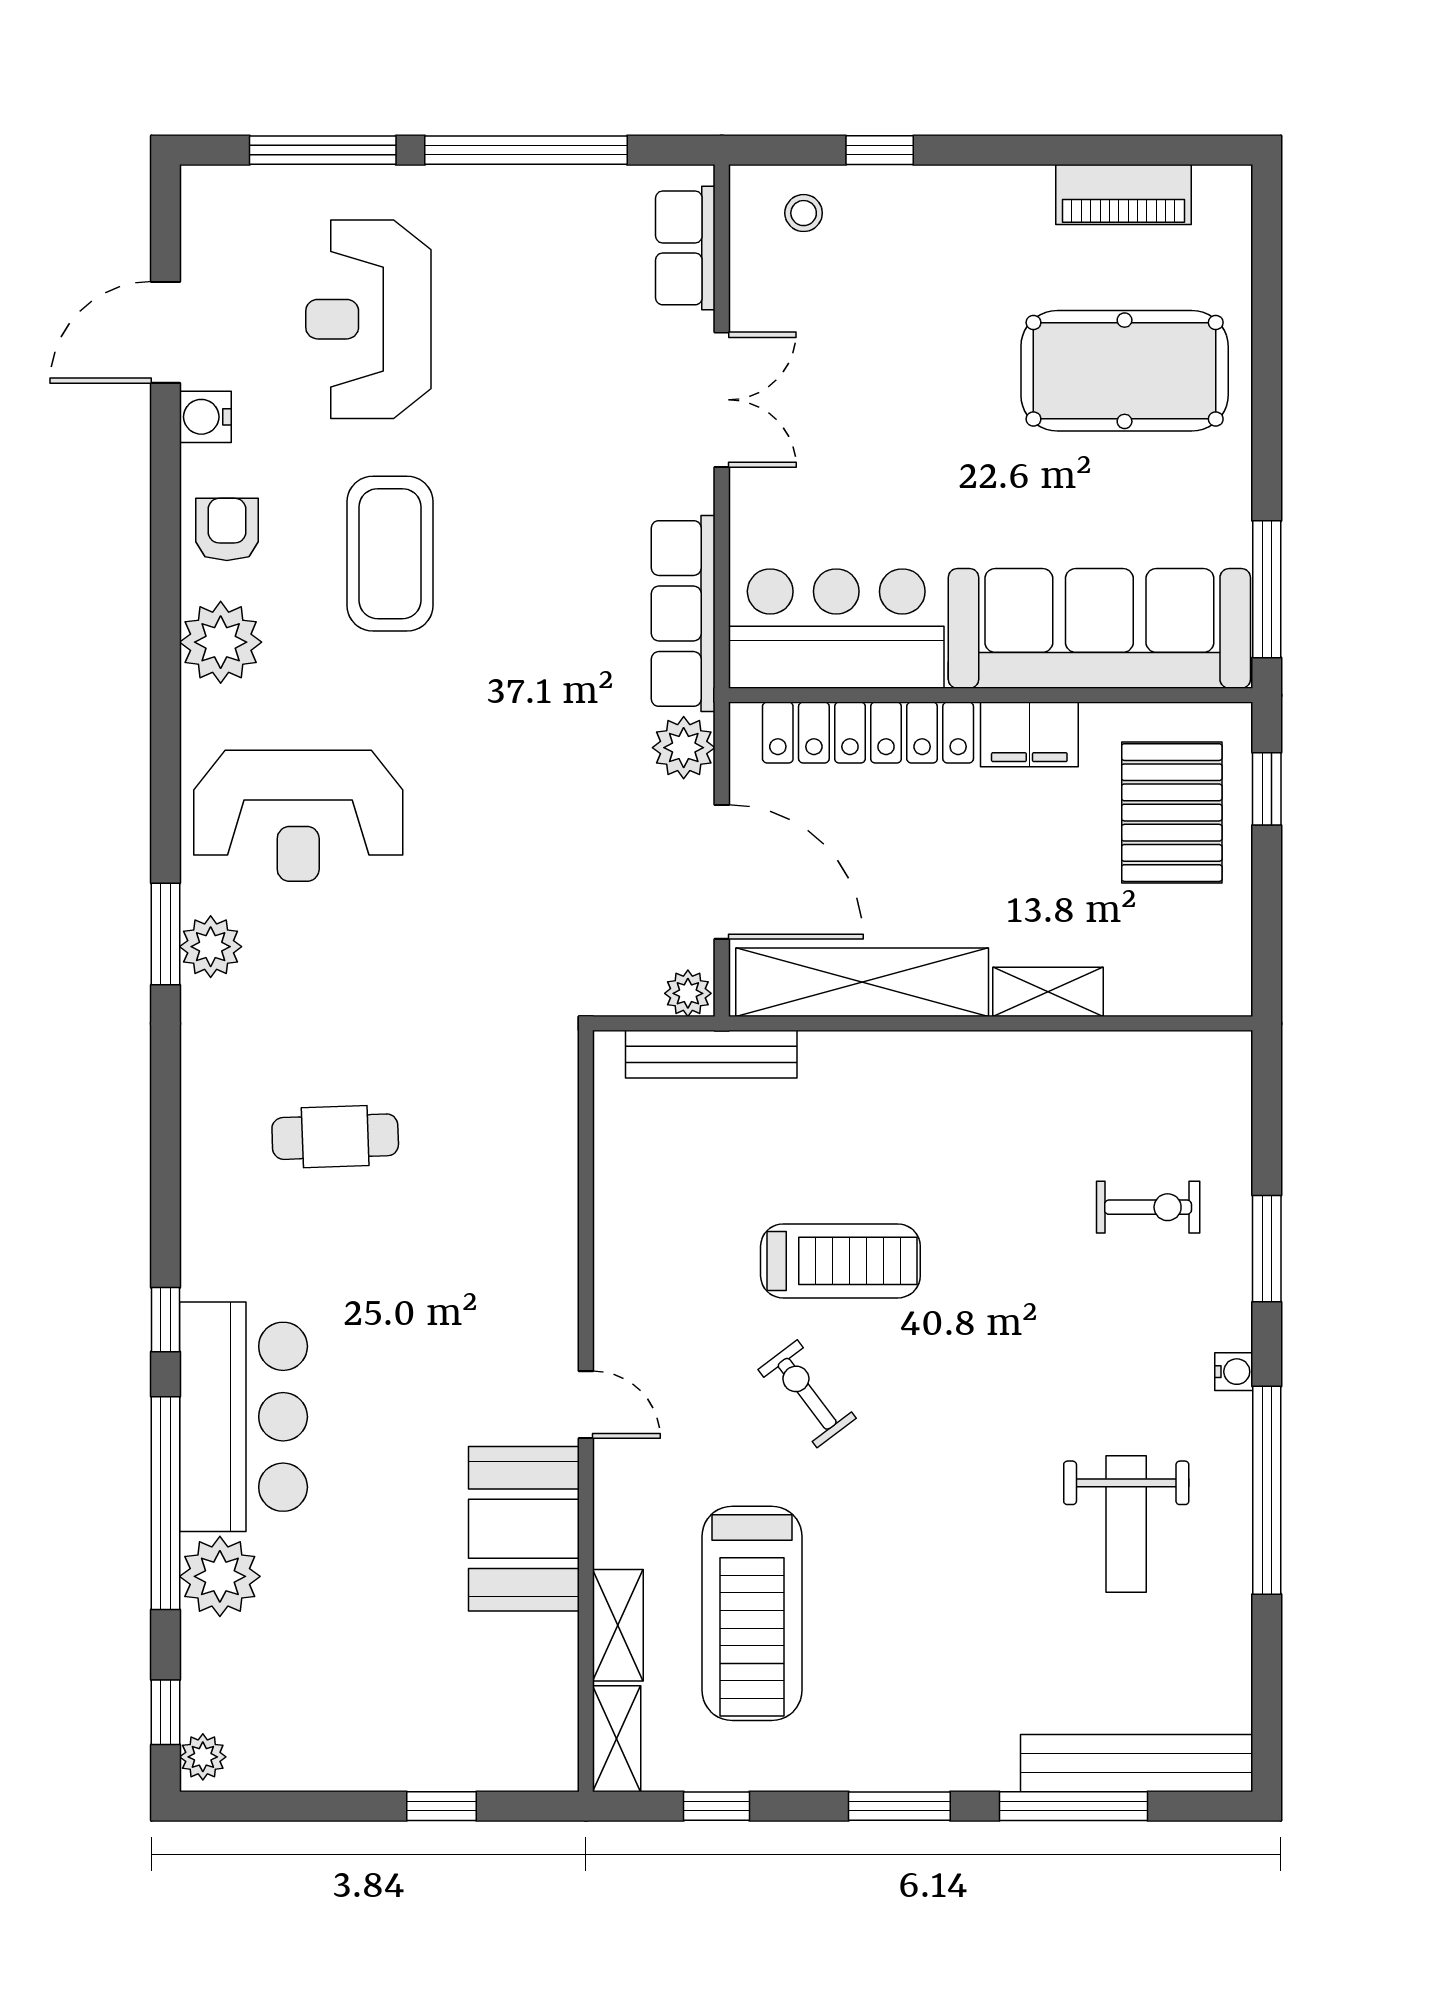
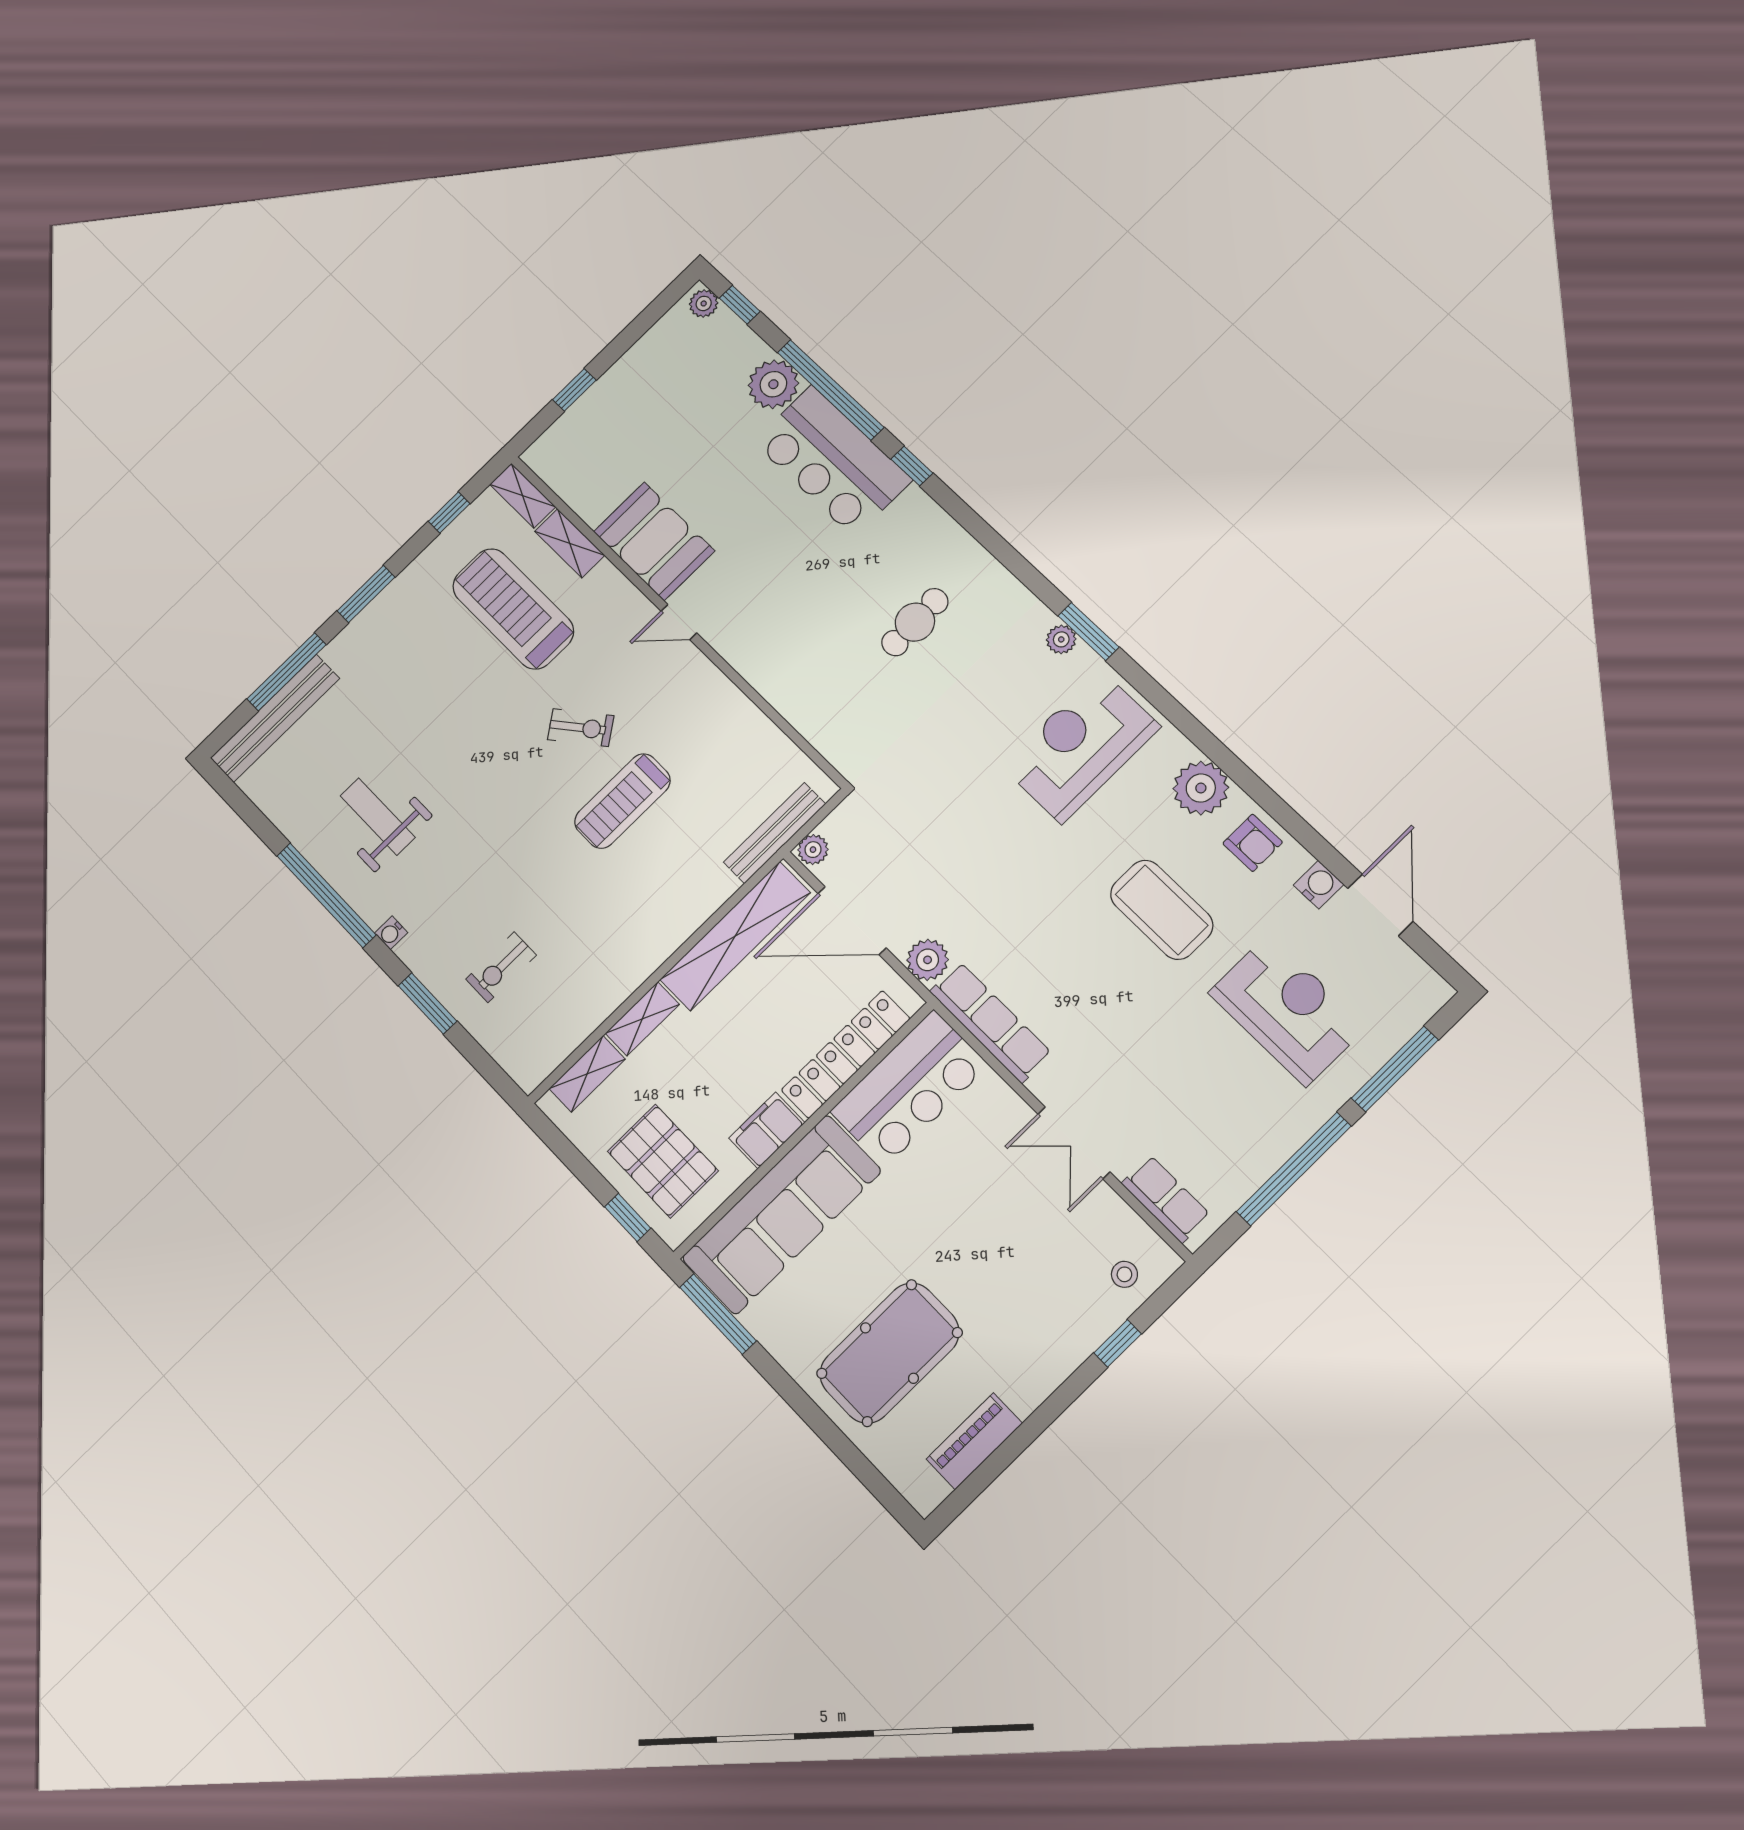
plant: (211, 947) -> (1061, 639), width x0.73, depth x0.73
shelving: (1164, 991) -> (587, 1074), added

